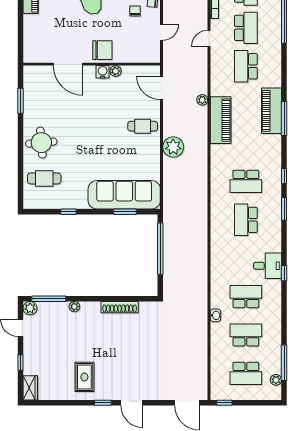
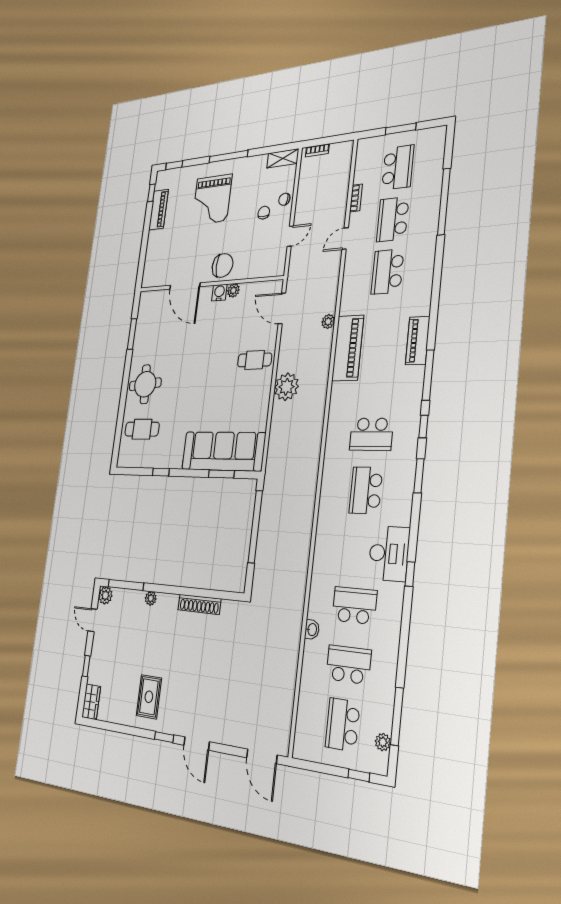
school desk: (246, 28) -> (393, 219), turned 180
piano: (272, 111) -> (418, 341), width x0.73, depth x0.75
window: (284, 119) -> (428, 375), moved
desk: (268, 266) -> (389, 553), width x1.37
school desk: (246, 373) -> (343, 725), turned 90
window: (224, 403) -> (359, 775), moved

